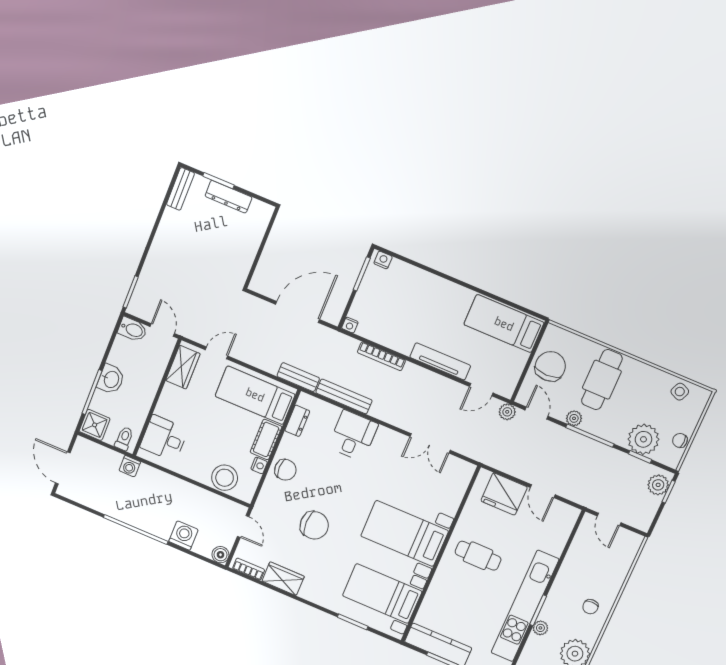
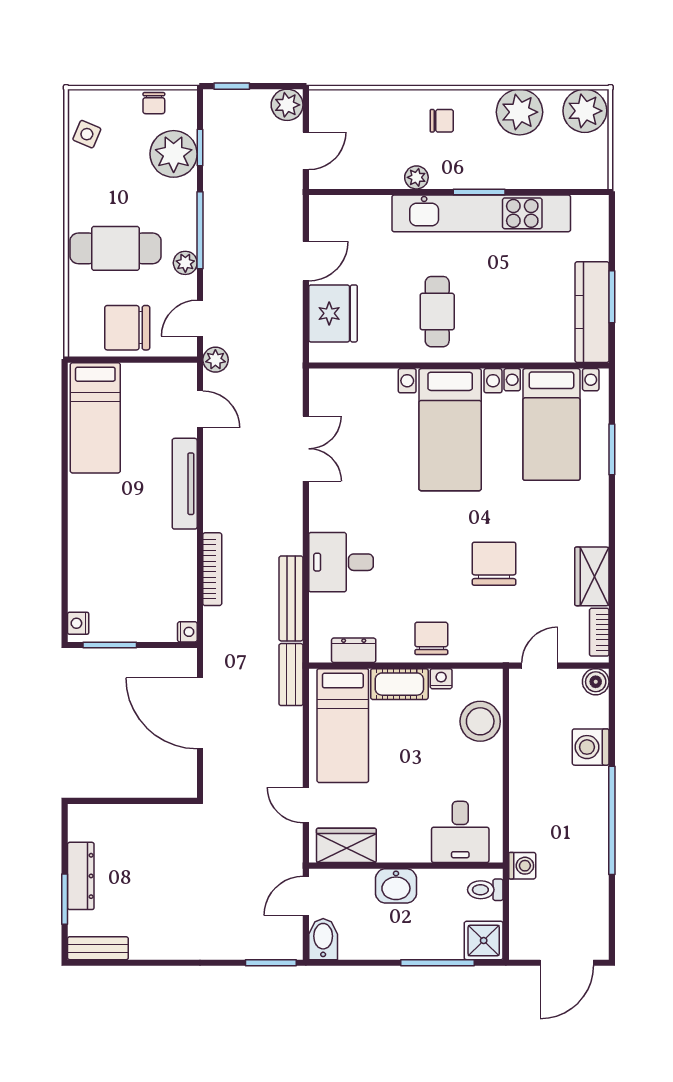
washbasin: (111, 379) -> (396, 886), moved, turned 180
plant: (658, 485) -> (287, 105), moved
plant: (540, 628) -> (416, 177), moved

